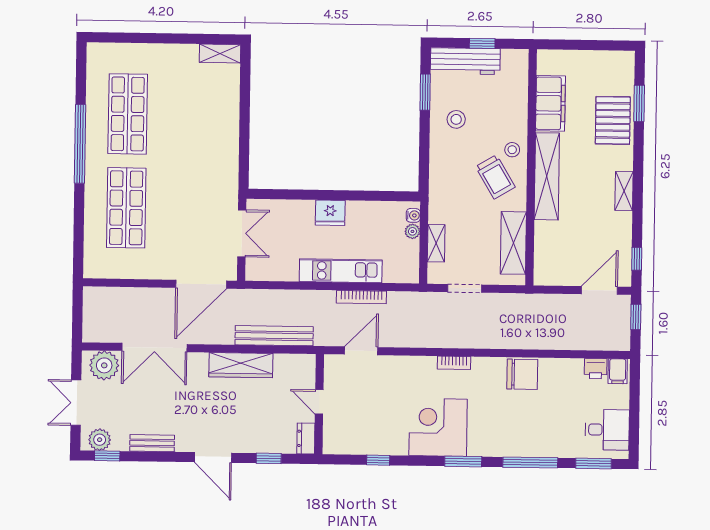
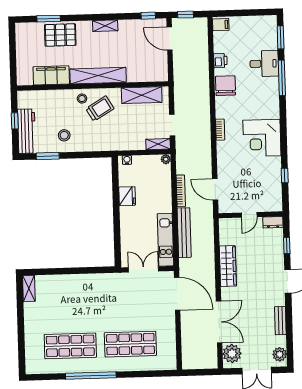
fridge: (330, 213) -> (127, 196), moved
plant: (412, 231) -> (166, 159), moved
shelving: (436, 243) -> (158, 144), moved
kitchen unit: (341, 271) -> (166, 240), moved
bench: (274, 336) -> (184, 233), moved
printer: (596, 369) -> (220, 61), moved
desk: (607, 430) -> (264, 64), moved, turned 90
window: (107, 456) -> (290, 349), removed
window: (463, 461) -> (283, 121), removed

